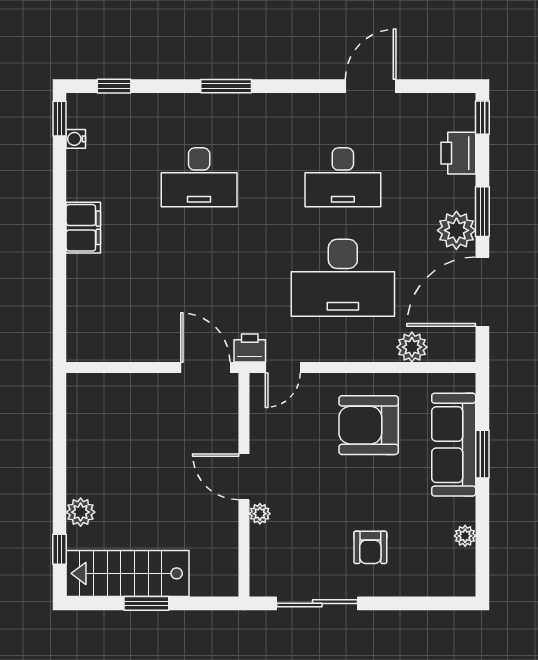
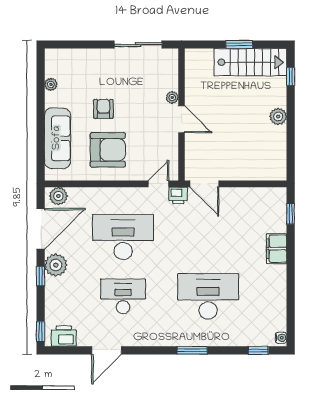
window: (60, 119) -> (291, 214), moved
water cooler: (76, 139) -> (281, 338), moved
printer: (458, 153) -> (64, 336), moved, turned -90
desk: (199, 177) -> (208, 296), width x1.36, depth x1.30
window: (482, 212) -> (41, 276), width x0.67
filing cabinet: (83, 228) -> (277, 249), moved
plant: (412, 347) -> (58, 196), moved
window: (482, 454) -> (41, 133), removed
plant: (81, 512) -> (278, 116), moved
armchair: (370, 547) -> (103, 109), moved

